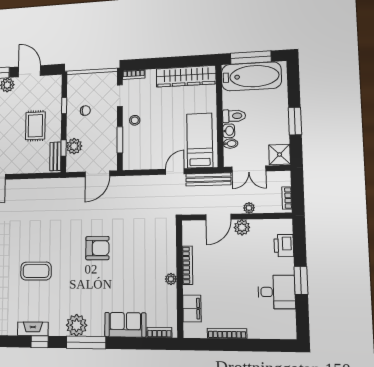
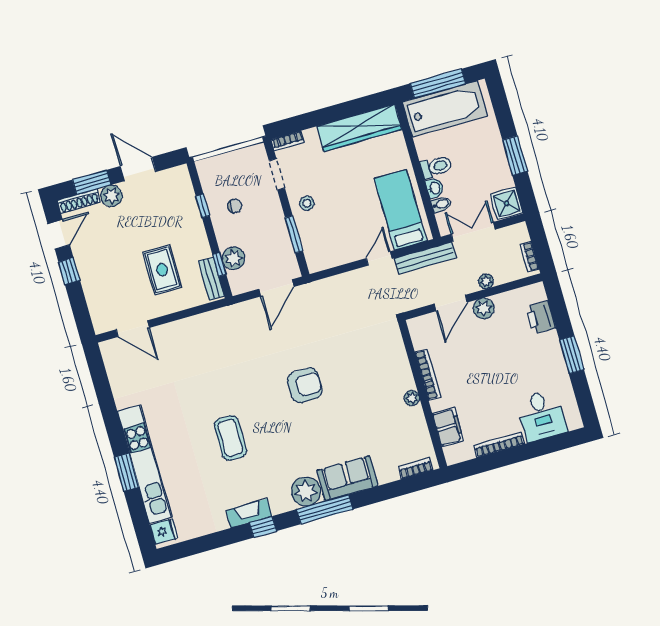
rug: (35, 126) -> (162, 270), moved
double door: (249, 169) -> (473, 232), swing flipped
coffee table: (36, 271) -> (230, 438), turned 90
desk: (277, 292) -> (542, 416), moved, turned 90
sofa: (125, 325) -> (347, 478), moved

